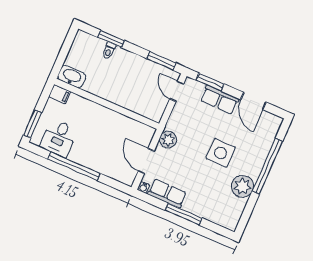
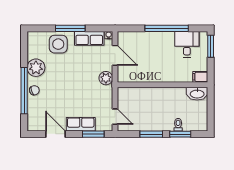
window: (161, 61) -> (151, 134), moved
side table: (221, 153) -> (58, 44), moved
chair: (256, 161) -> (34, 90), added

